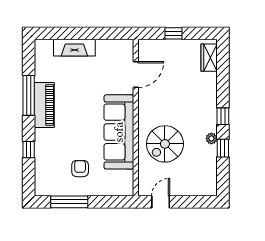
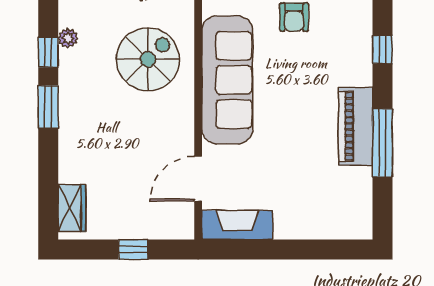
fireplace: (74, 48) -> (237, 225), moved
window: (223, 116) -> (48, 107), width x1.50
plant: (211, 138) -> (68, 38), moved

